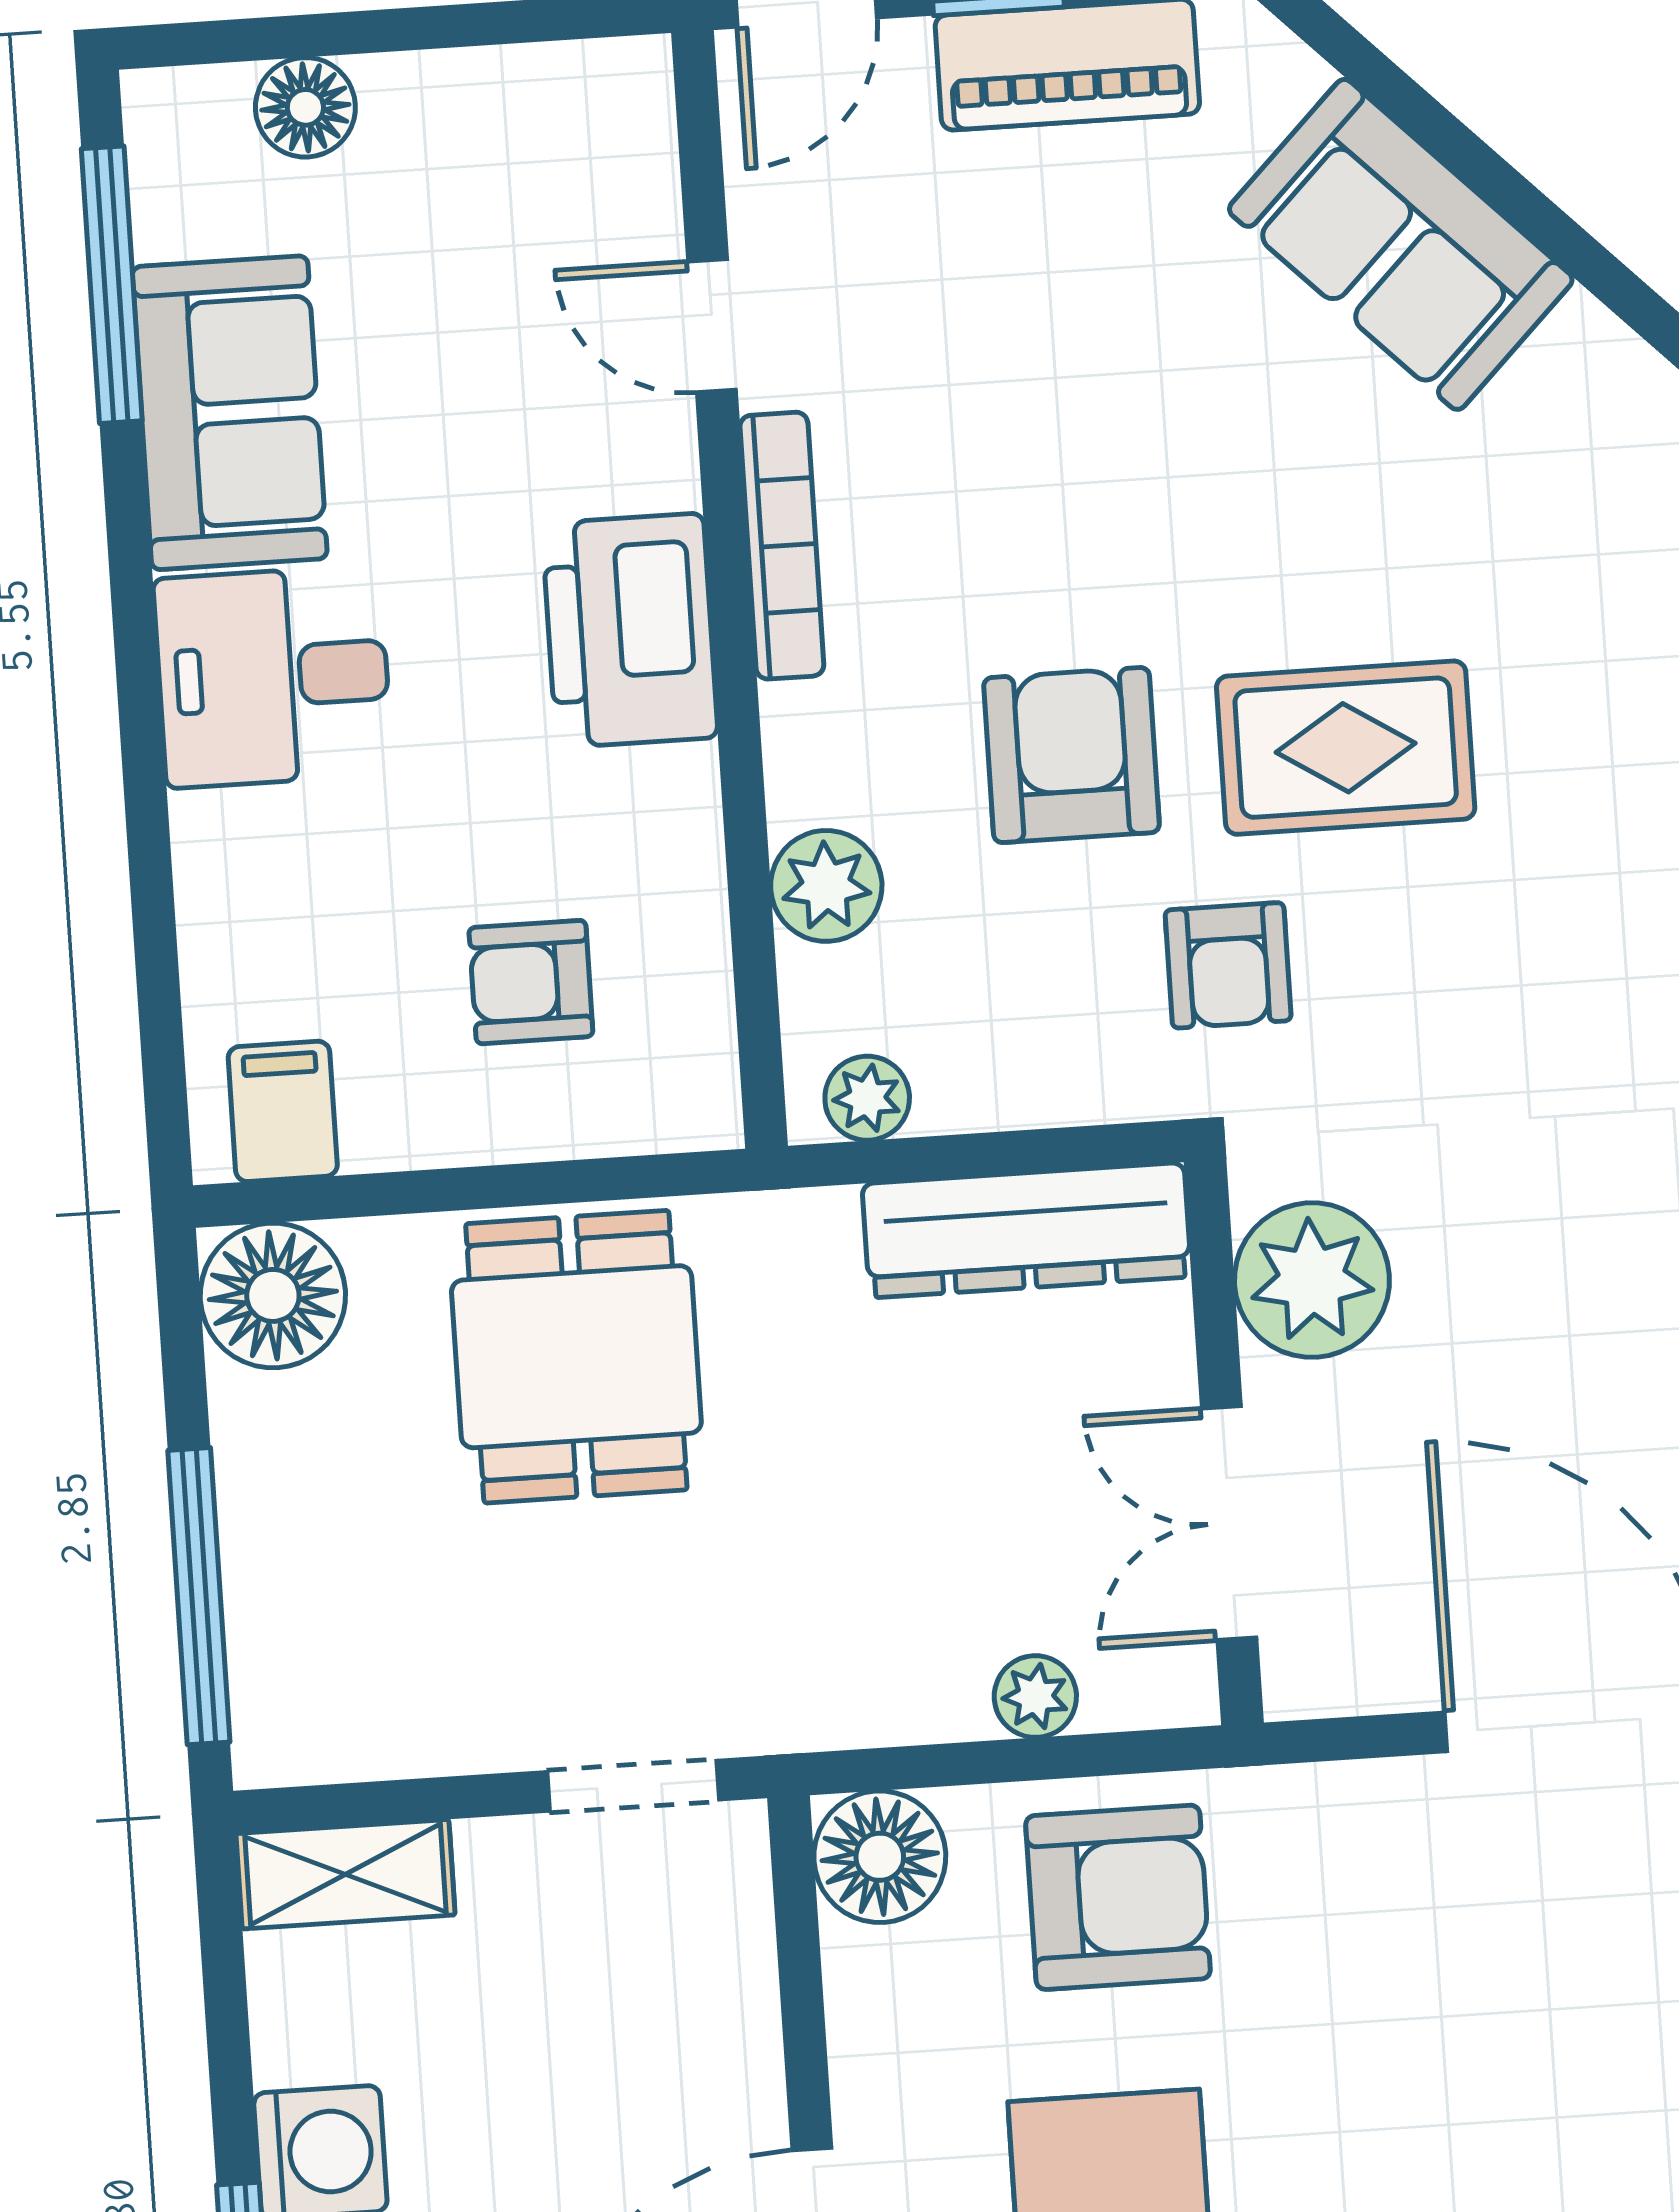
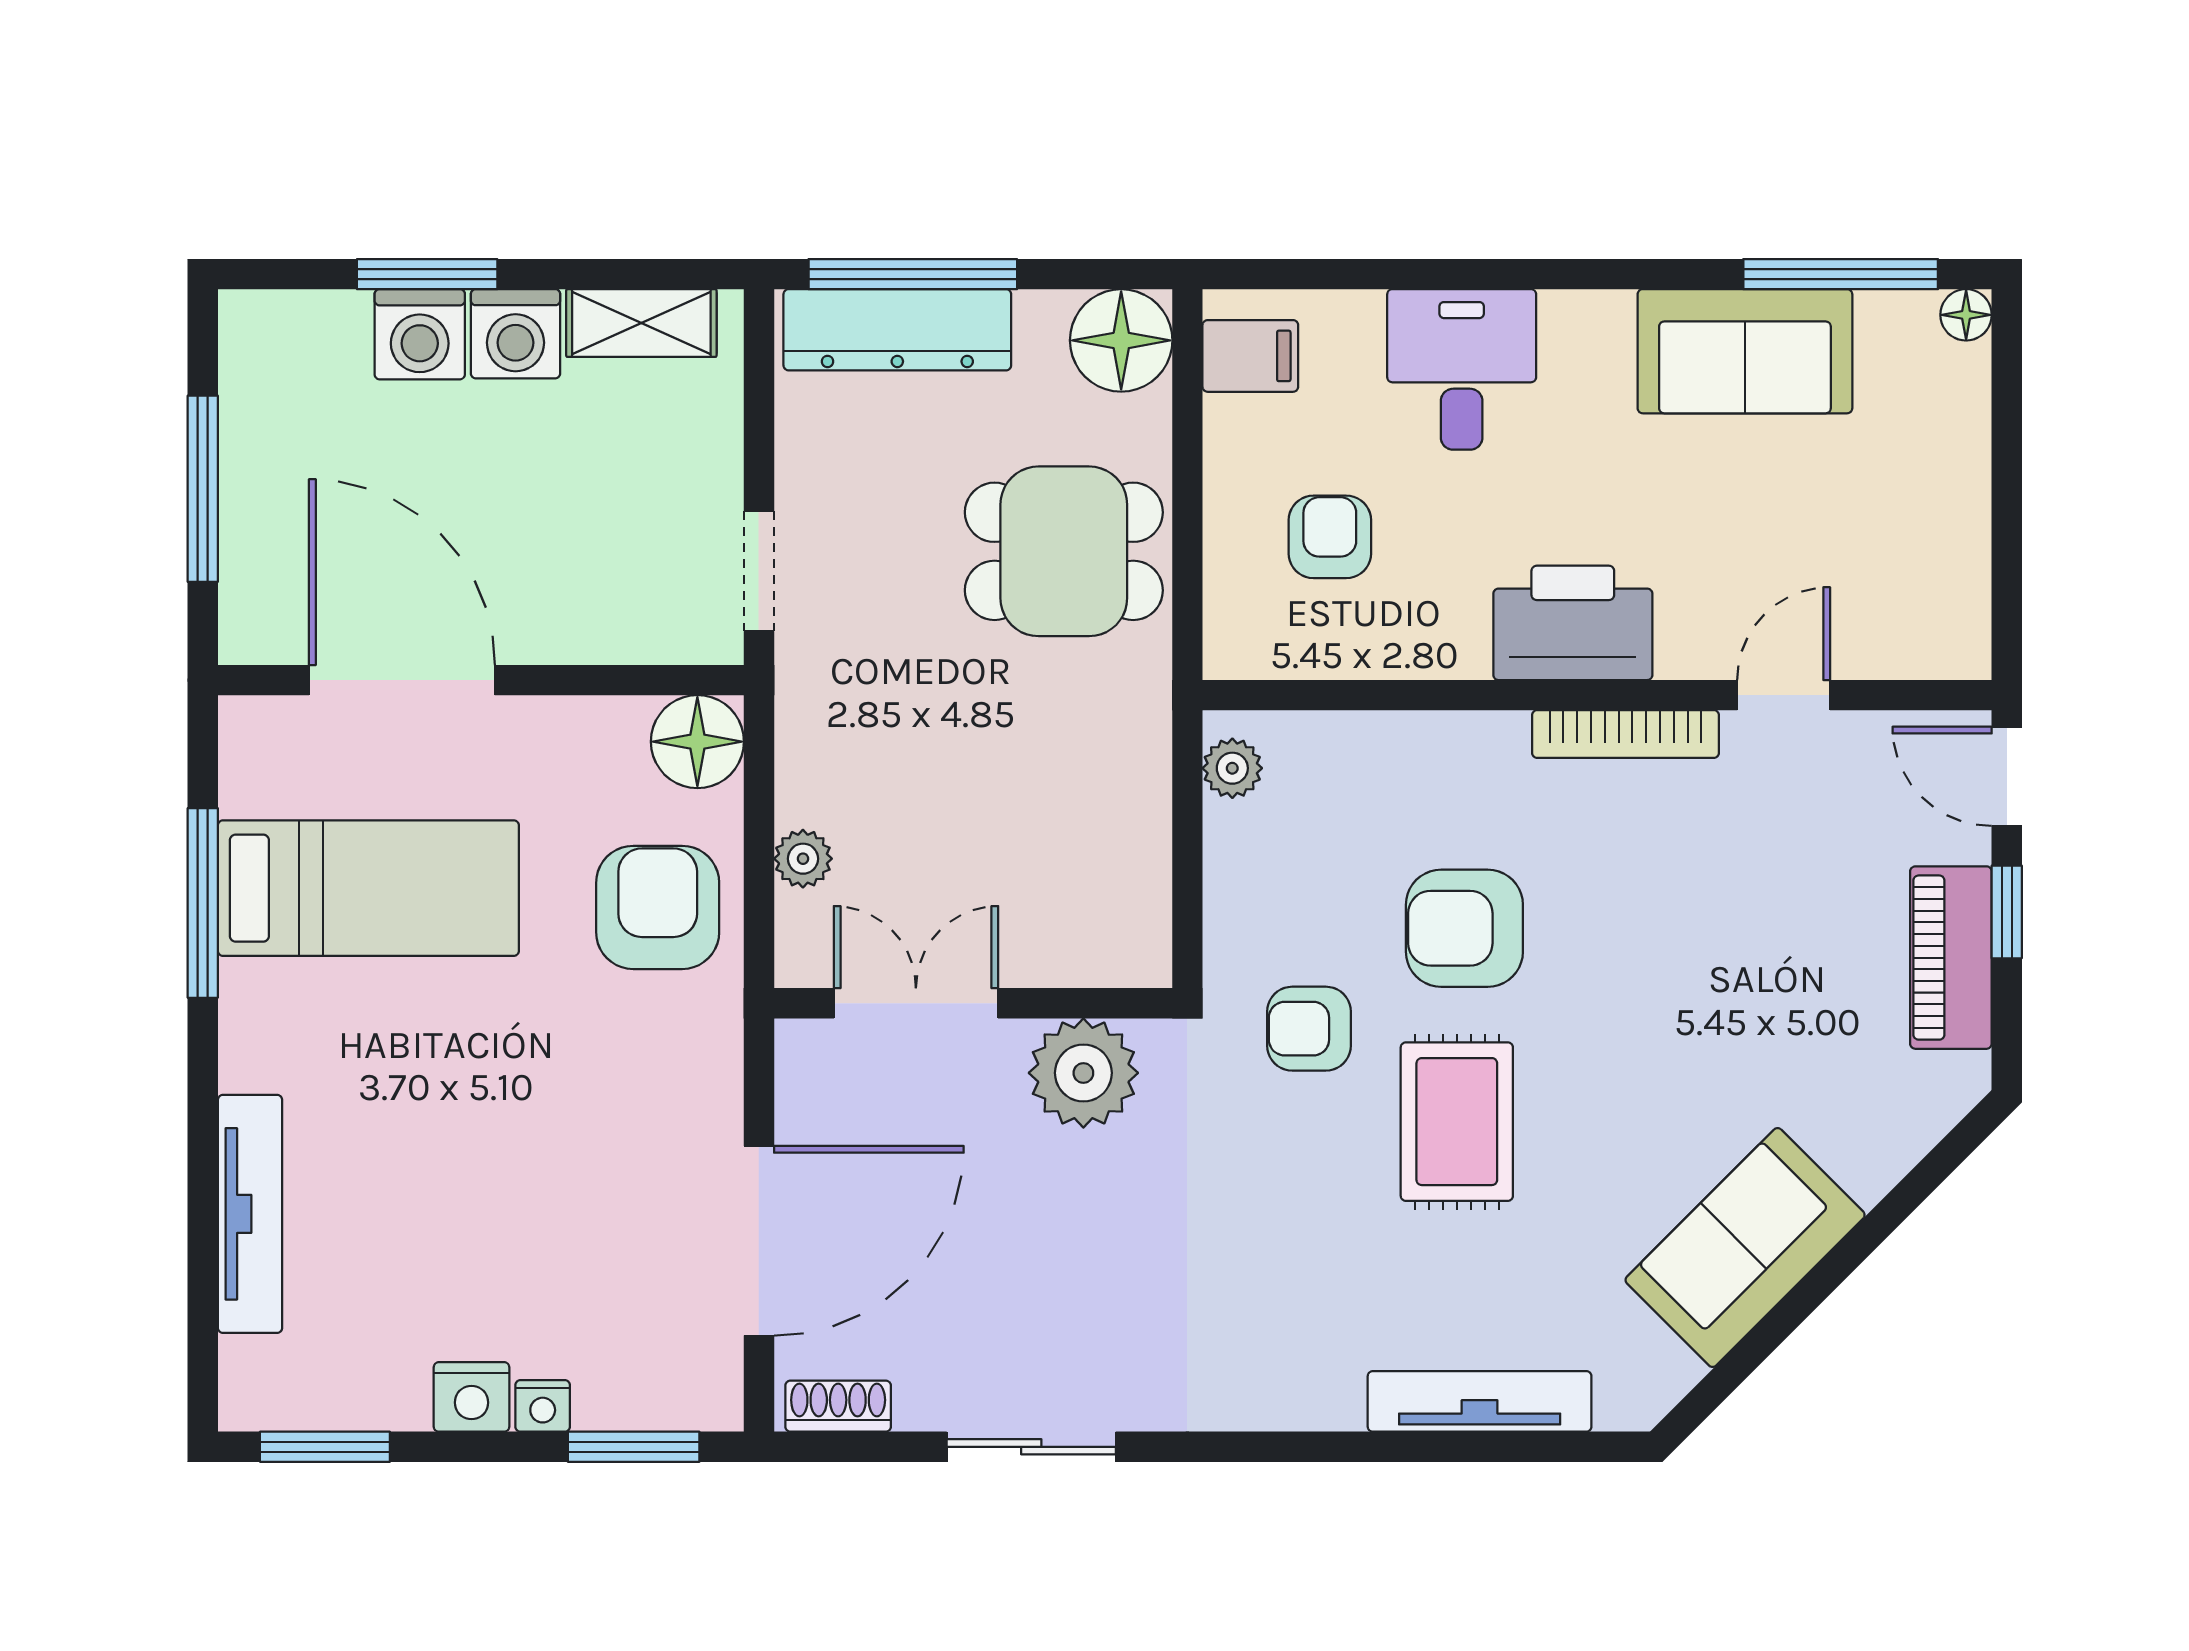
floor lamp: (305, 107) -> (1966, 315), moved, width x0.73, depth x0.73
sofa: (1401, 244) -> (1745, 1248), moved
desk: (273, 676) -> (1462, 369), moved
armchair: (1072, 755) -> (1464, 928), turned 180
plant: (826, 886) -> (1384, 749), removed
dresser: (1027, 1230) -> (897, 330), moved, turned -90
shelving: (345, 1874) -> (641, 323), moved, turned 90
armchair: (1118, 1897) -> (658, 907), turned 180

